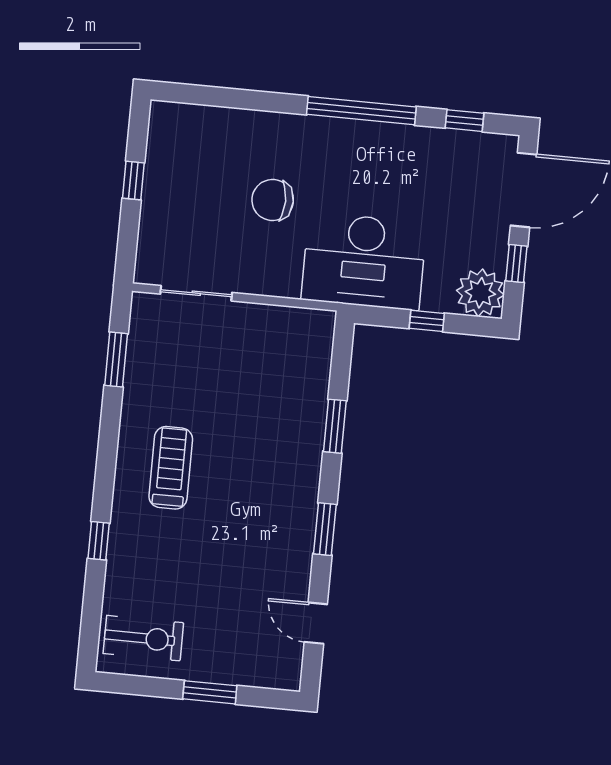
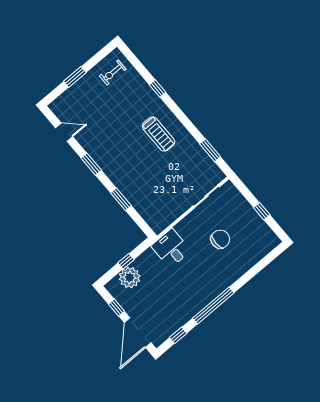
chair: (273, 200) -> (220, 239), moved
desk: (364, 261) -> (171, 248), width x0.53, depth x0.77
plant: (480, 293) -> (130, 277), moved
exercise bike: (143, 638) -> (113, 73), width x0.73, depth x0.72

